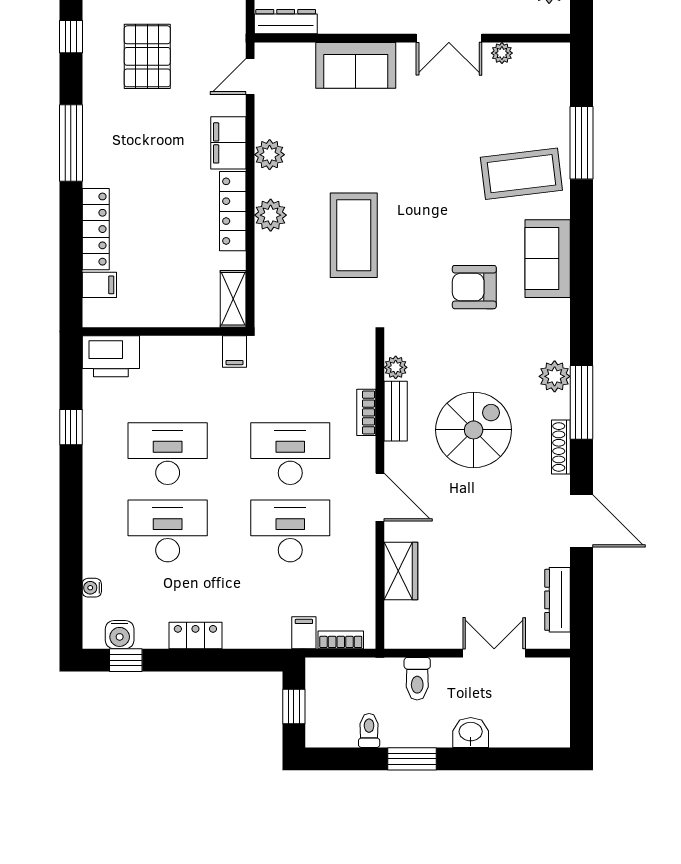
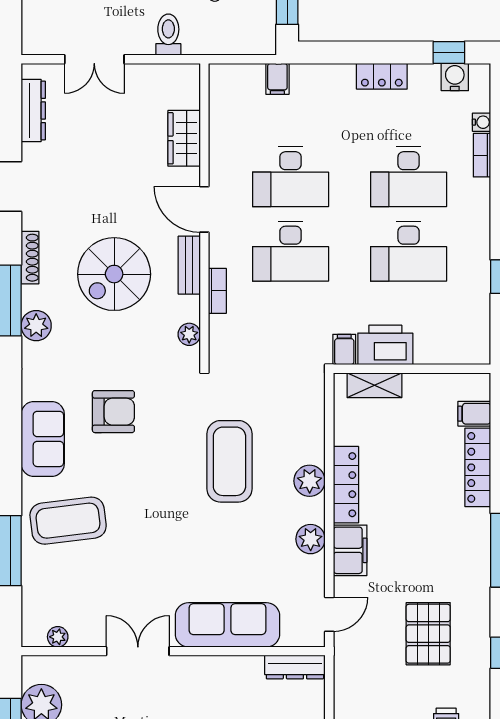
plant: (502, 53) -> (58, 637), moved
sofa: (356, 65) -> (227, 625), width x1.36
shelving: (233, 299) -> (374, 385), moved, turned 90
printer: (111, 356) -> (385, 345), moved
bench: (396, 411) -> (189, 265), moved
bookcase: (341, 640) -> (482, 155), moved, turned 90

